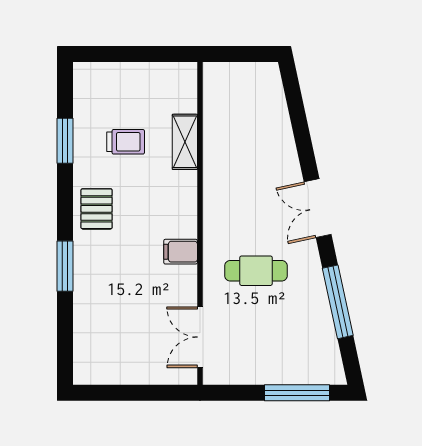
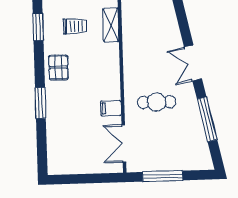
filing cabinet: (181, 252) -> (111, 108), moved
window: (297, 393) -> (163, 176), moved

